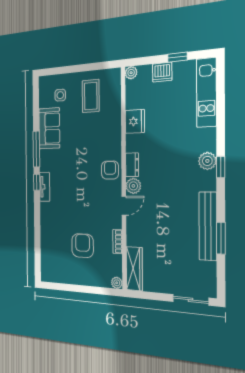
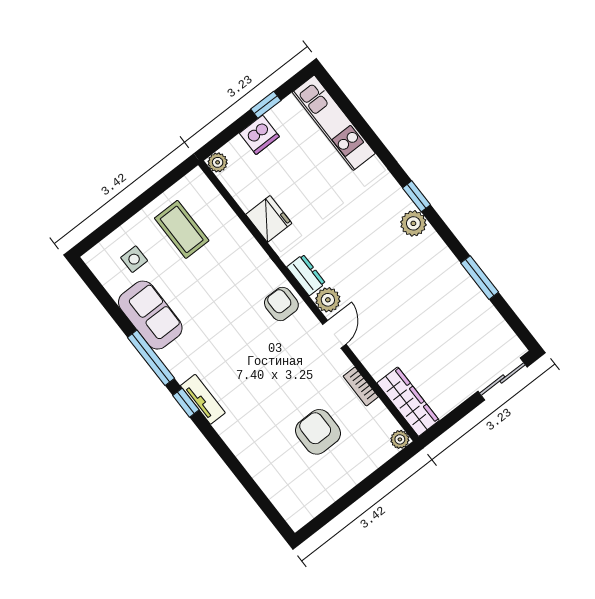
plant: (207, 161) -> (413, 223), moved
bench: (208, 226) -> (455, 276), removed

